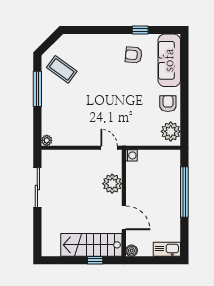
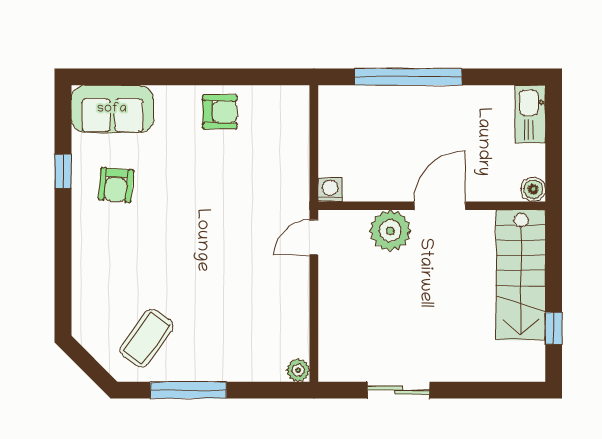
sofa: (169, 60) -> (112, 109), width x0.73
armchair: (168, 104) -> (220, 112), turned 180
plant: (171, 131) -> (279, 106), removed
sliding door: (37, 188) -> (399, 390), width x0.73
door: (124, 218) -> (440, 206), moved
window: (95, 260) -> (554, 328), moved

